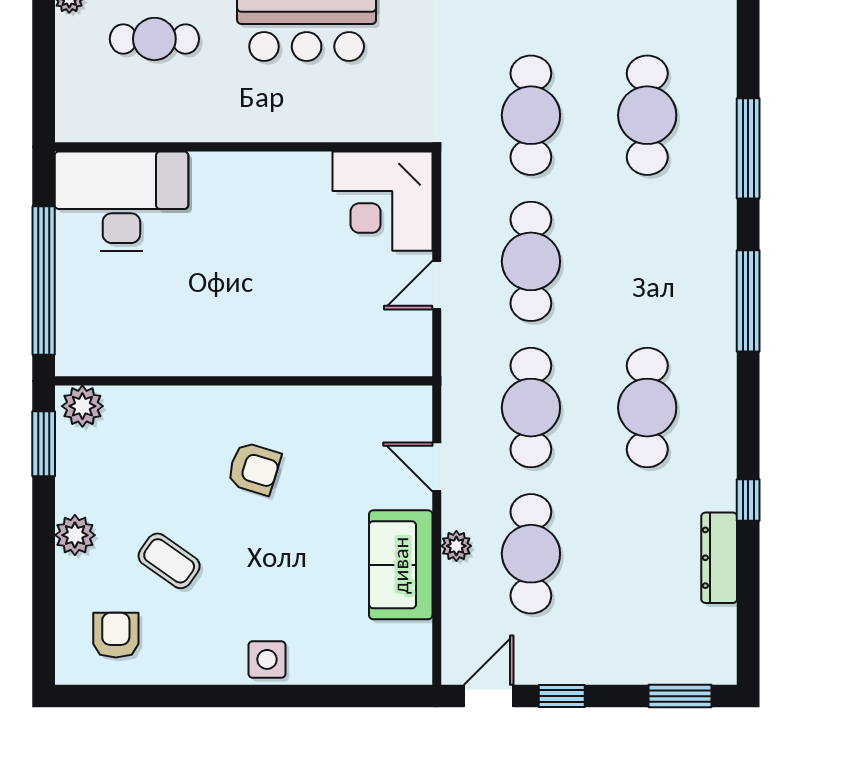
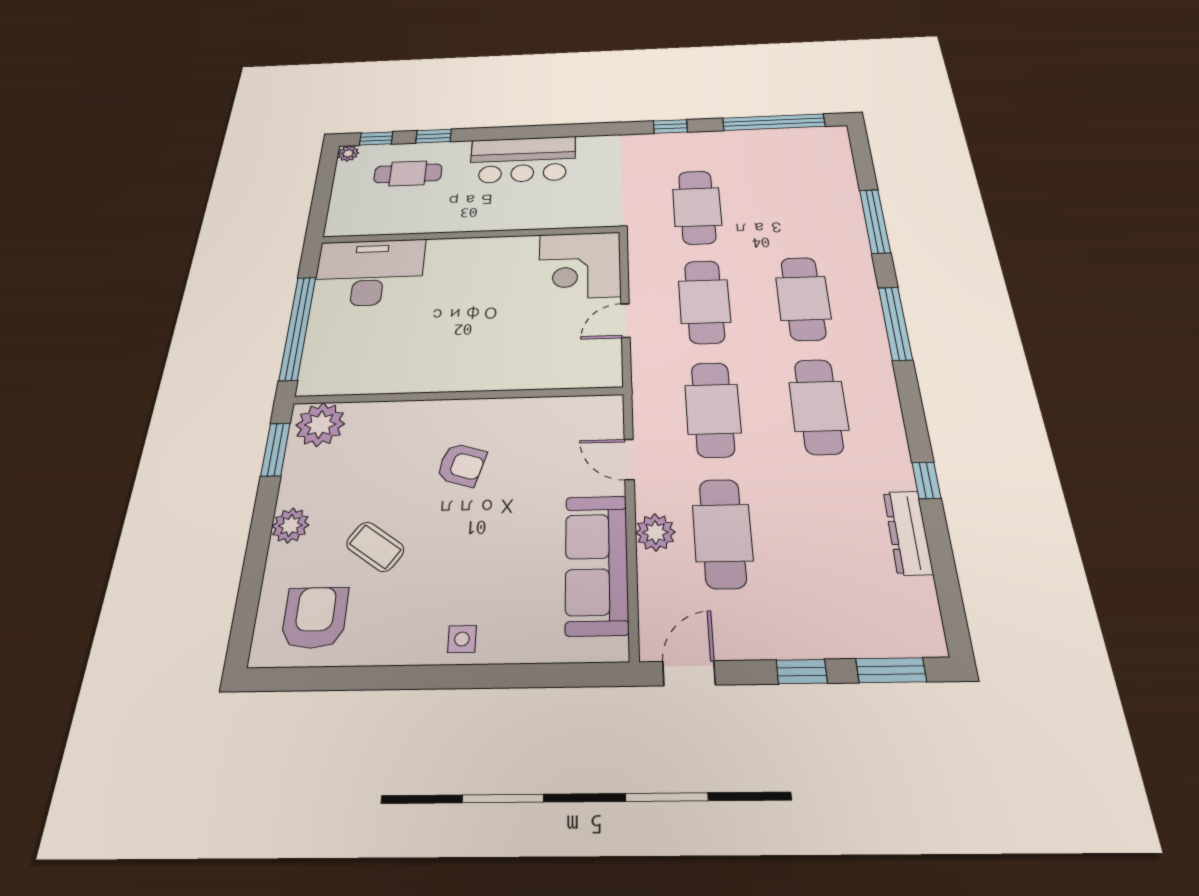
cafe table: (647, 115) -> (803, 298), moved
plant: (82, 406) -> (320, 425), width x1.36, depth x1.36
plant: (456, 546) -> (655, 532), width x1.38, depth x1.38
sofa: (401, 565) -> (597, 564), width x1.36
armchair: (116, 635) -> (315, 618), width x1.38, depth x1.38
side table: (267, 659) -> (462, 639), width x0.73, depth x0.73
window: (562, 696) -> (802, 671), moved

